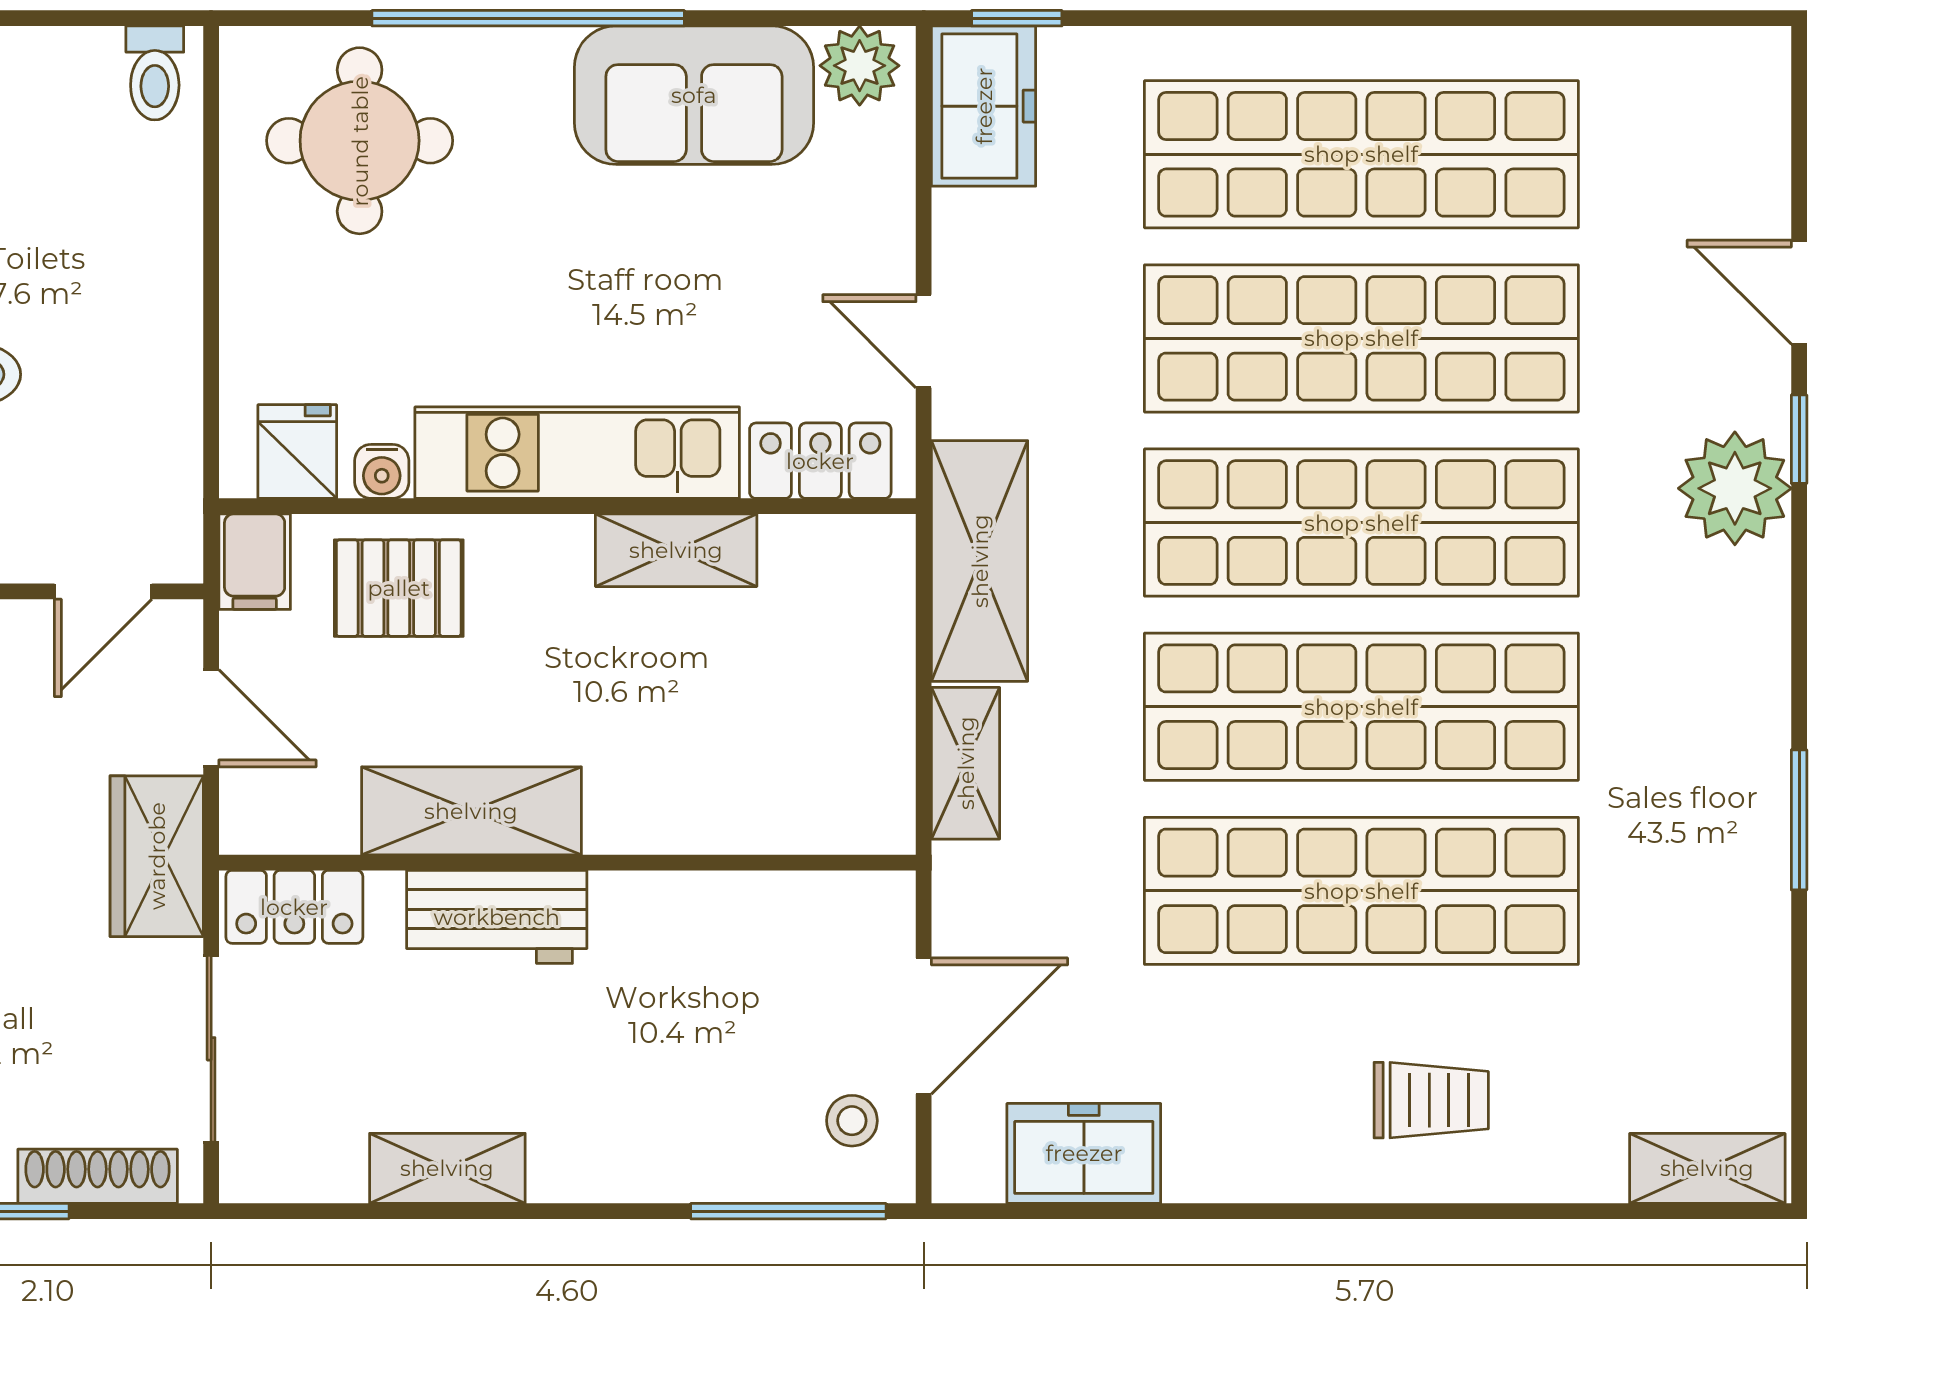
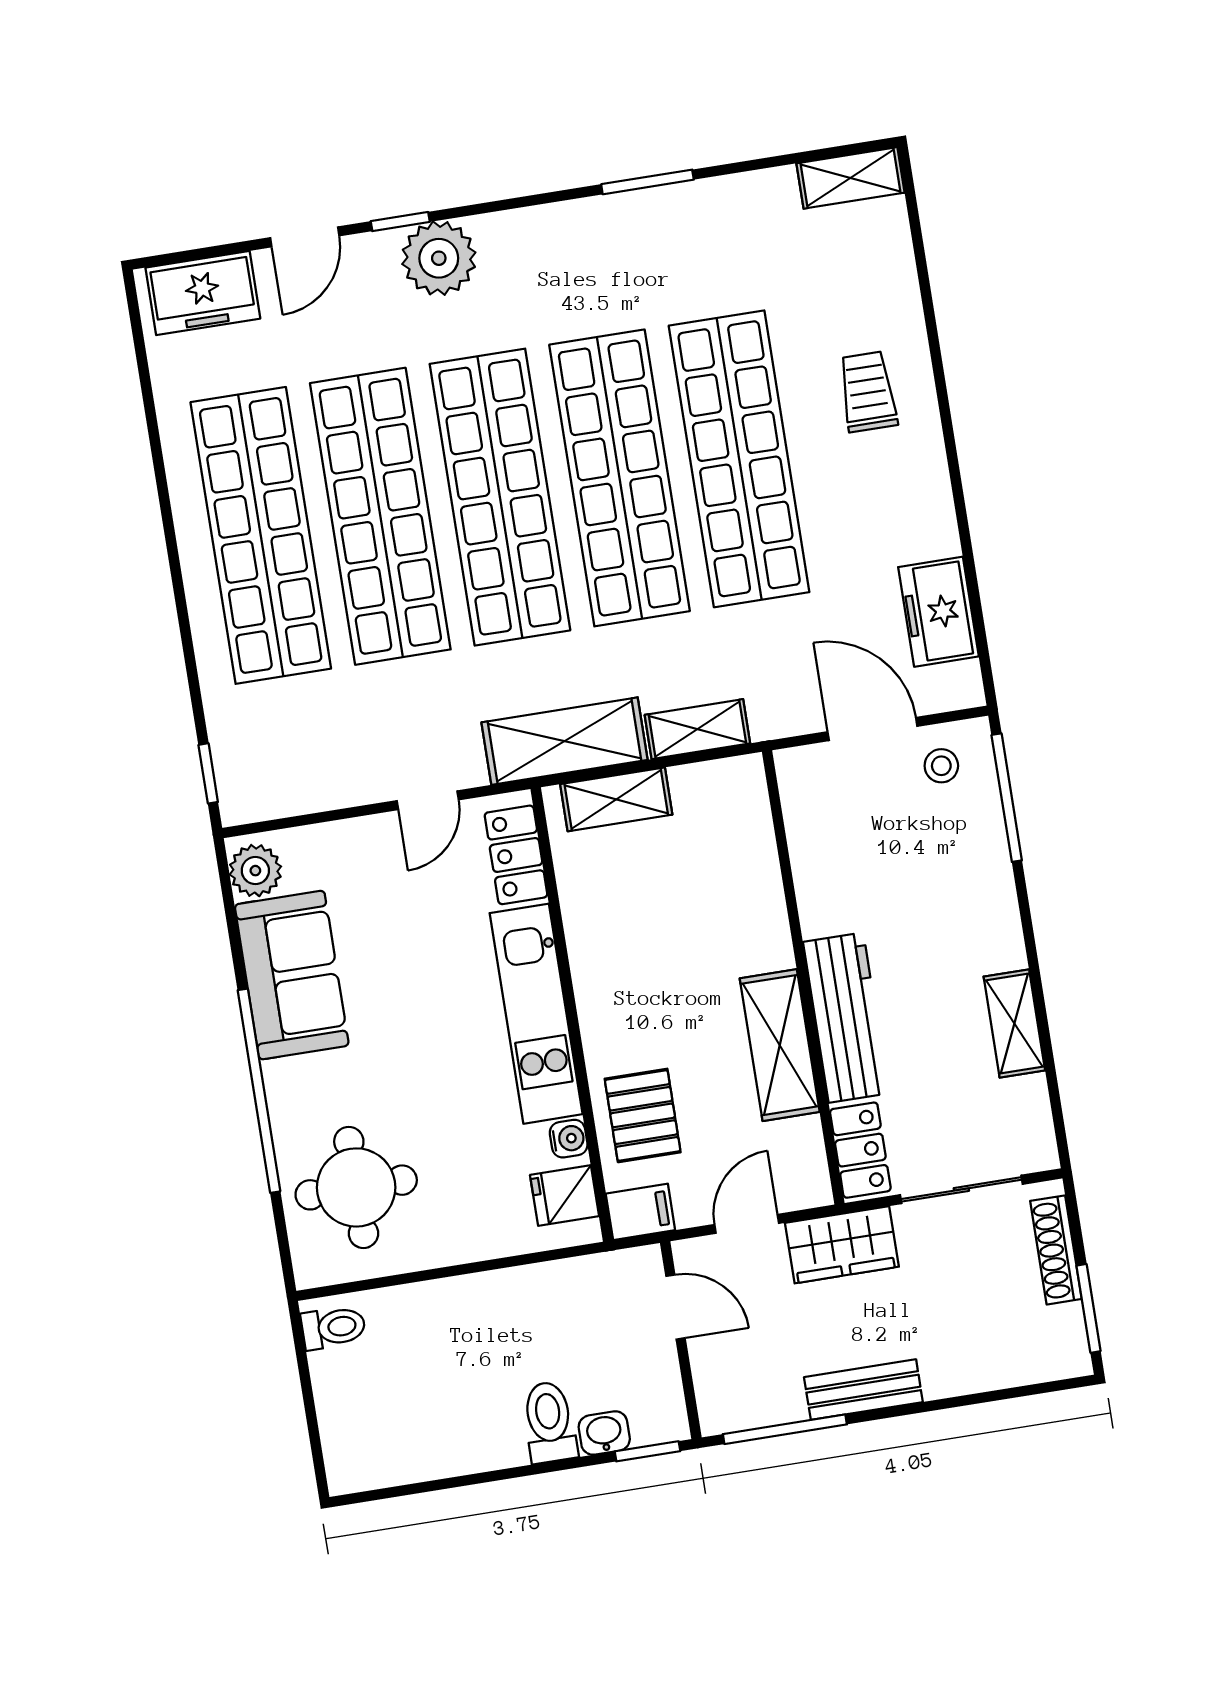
freezer: (984, 106) -> (203, 293), moved, turned 180
shelving: (676, 550) -> (616, 799), moved, turned 90
workbench: (497, 917) -> (846, 1018), width x1.38
shelving: (1707, 1168) -> (850, 178), moved, turned 90

